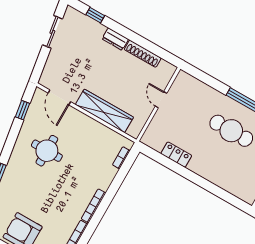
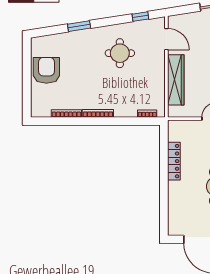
door: (59, 97) -> (166, 39), swing flipped
locker: (176, 155) -> (174, 161), width x1.53

